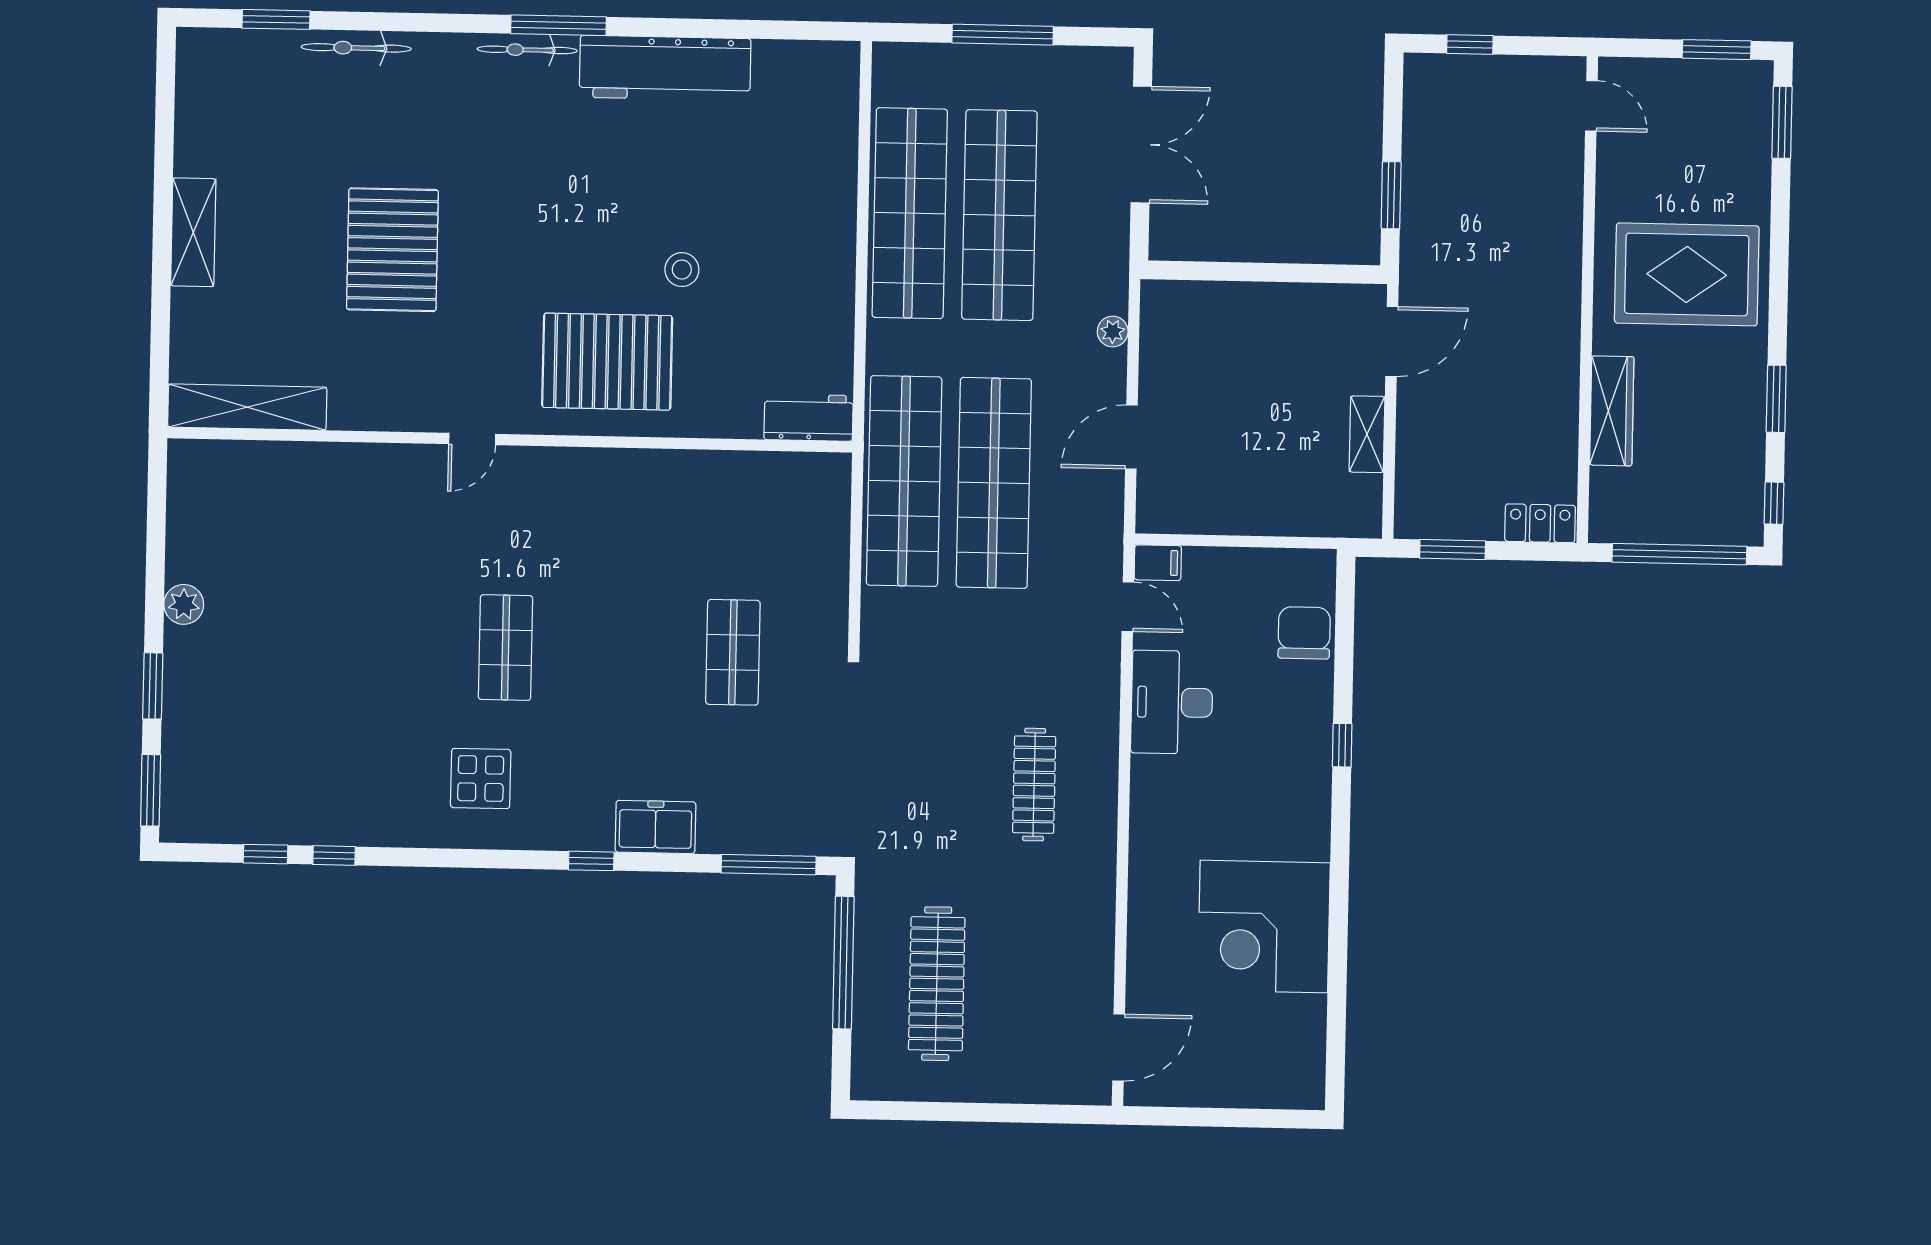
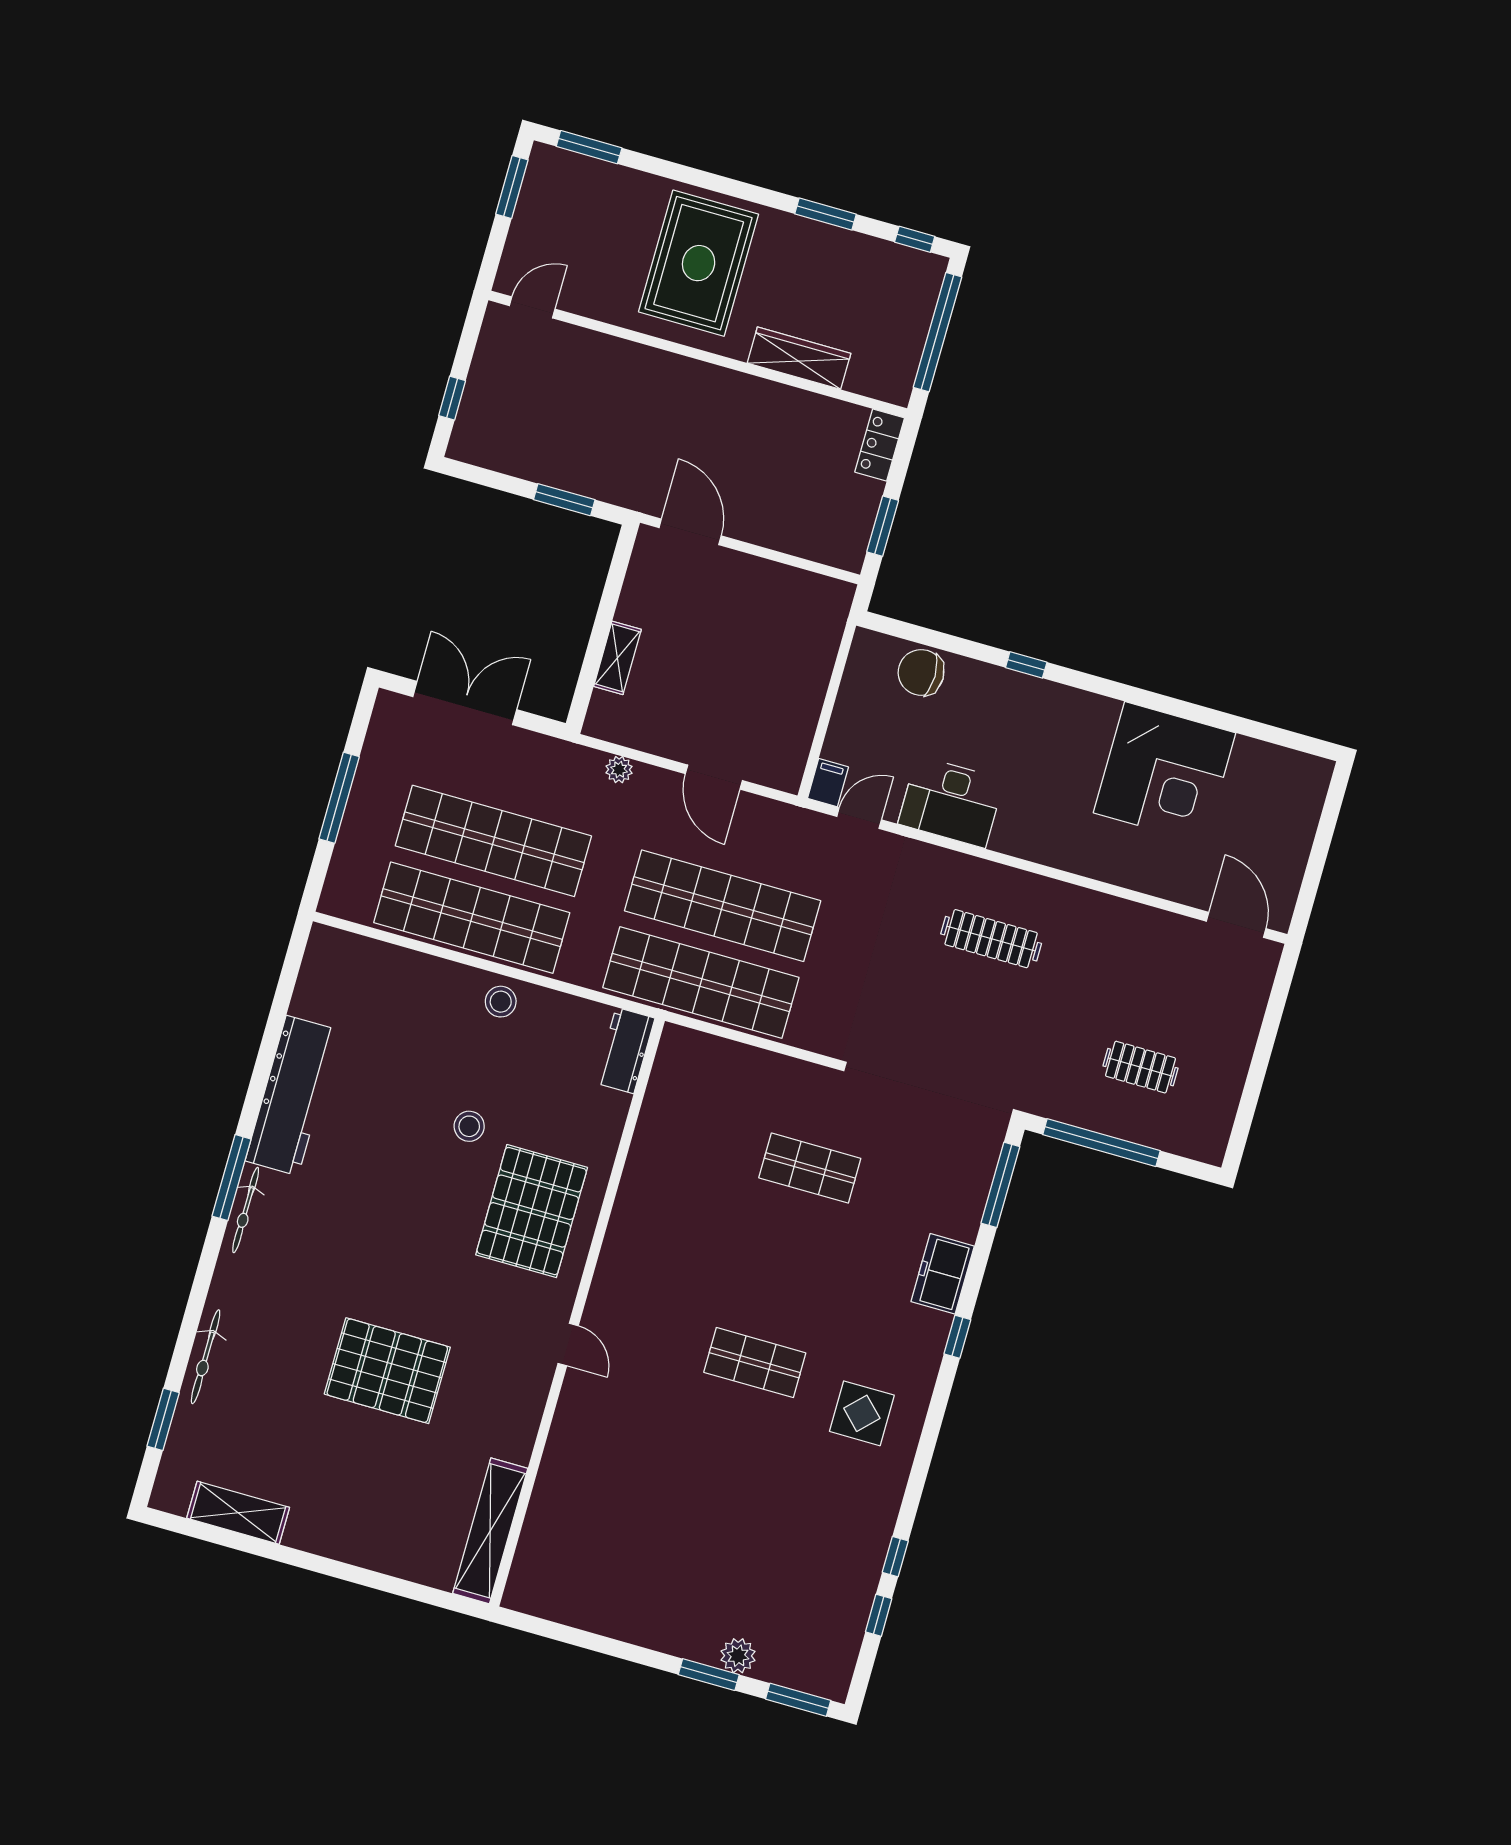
shelving: (193, 232) -> (238, 1513), moved
stool: (826, 268) -> (501, 1002), added
shelving: (1367, 434) -> (617, 658), moved, turned 90
plant: (184, 604) -> (738, 1656), moved
clothes rail: (937, 984) -> (1140, 1067), width x0.54, depth x0.76

